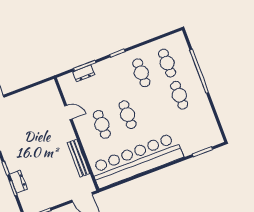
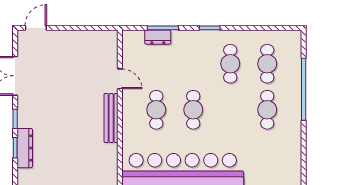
bench: (79, 158) -> (111, 118), moved
dresser: (18, 182) -> (25, 148), width x1.44

